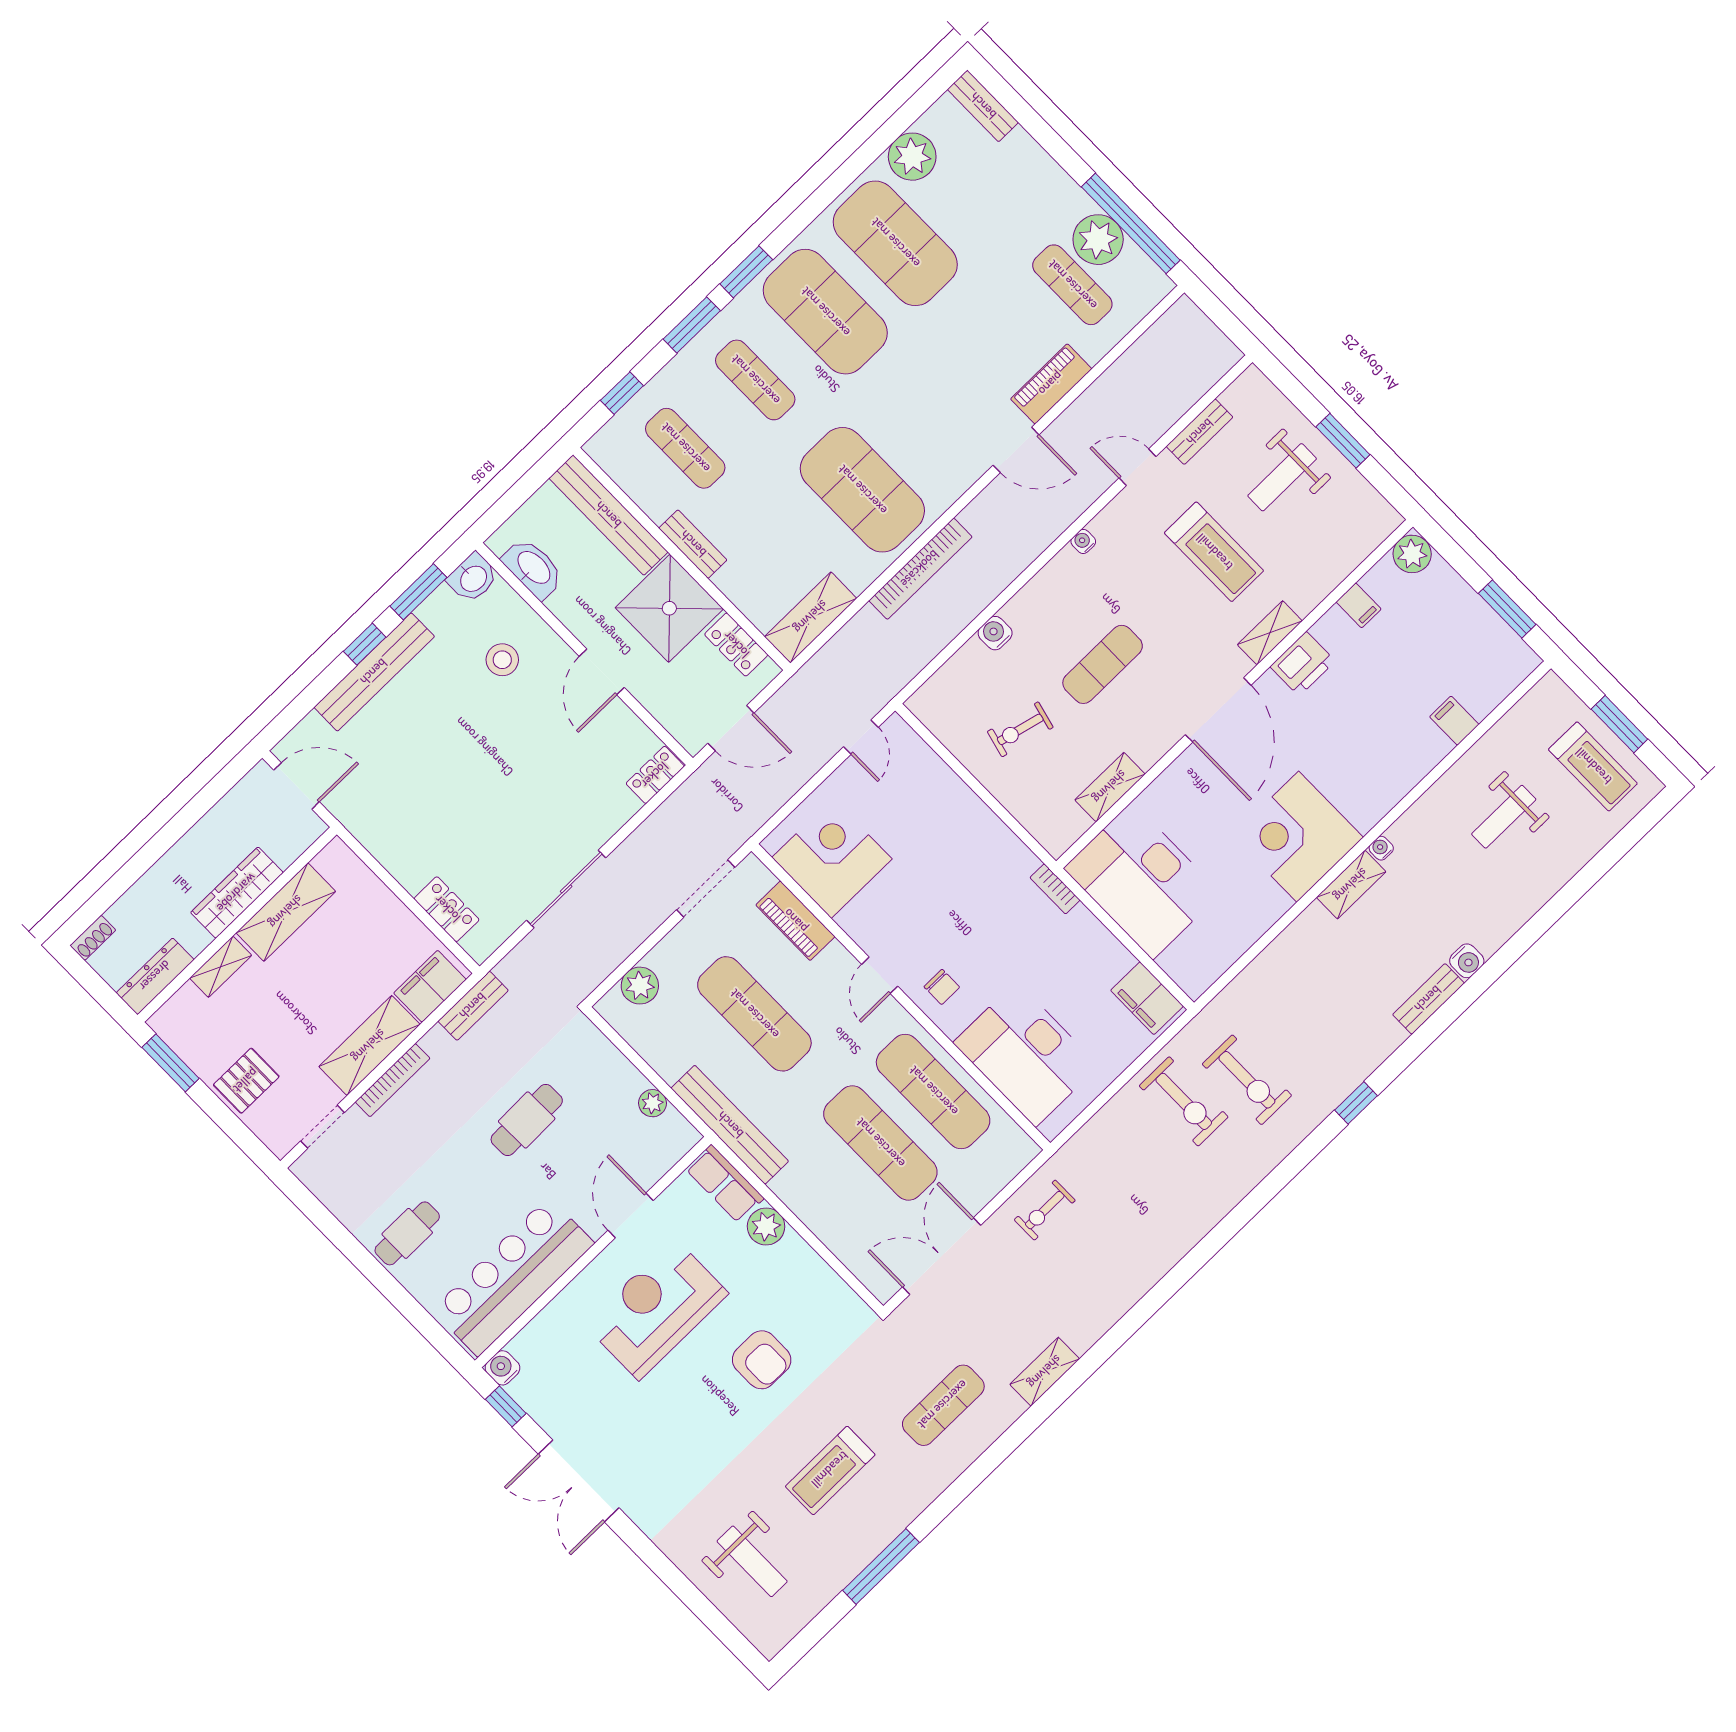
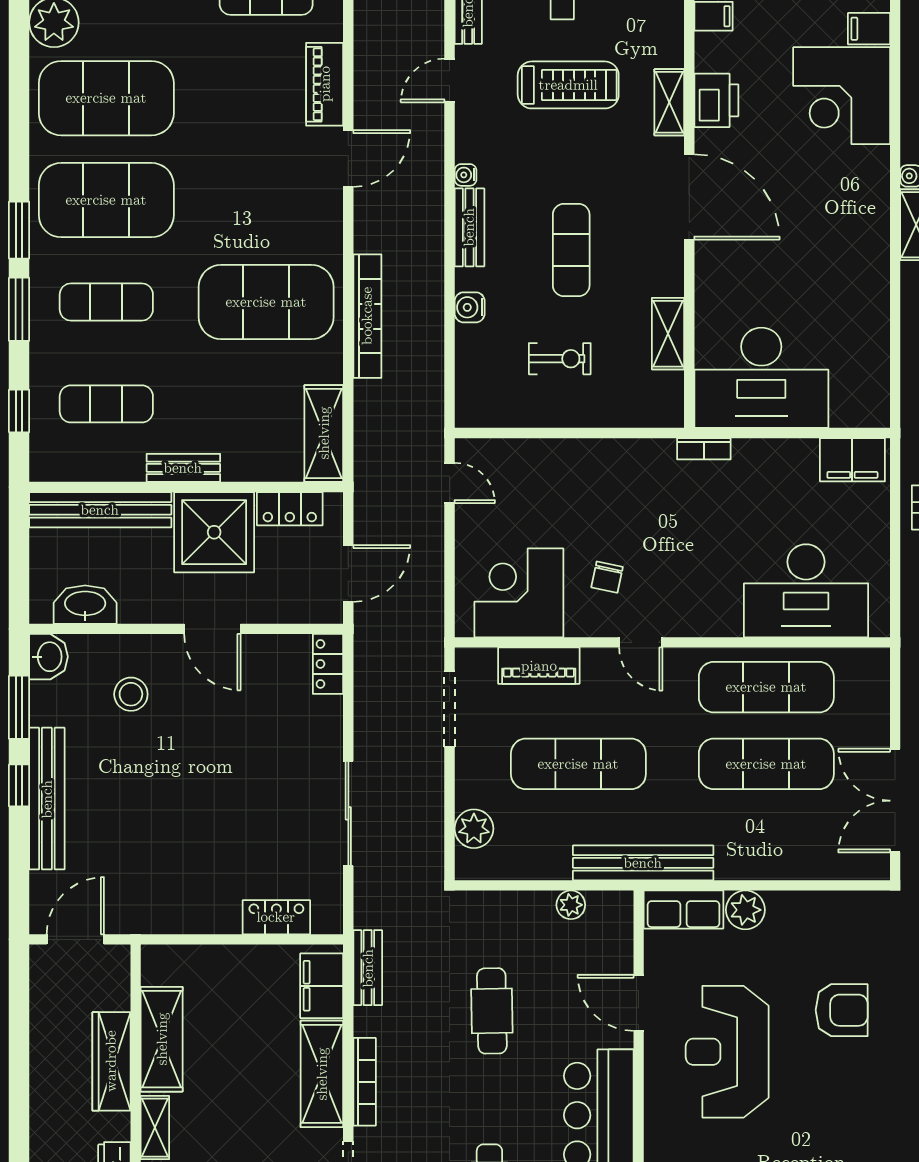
bench: (1050, 579) -> (469, 227), added
exercise bike: (1020, 729) -> (560, 359), turned -104
corner desk: (1298, 837) -> (842, 96), moved
chair: (942, 987) -> (607, 577), moved, turned 102

